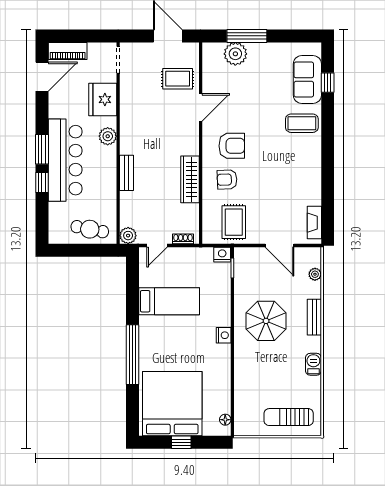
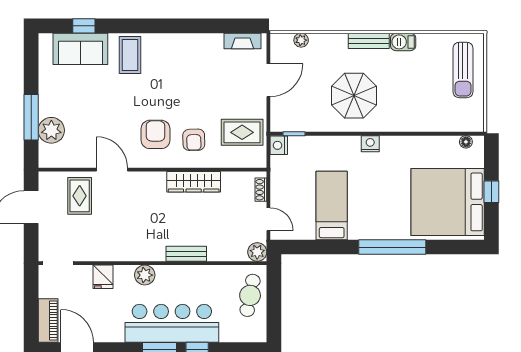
fridge: (103, 99) -> (103, 277), width x0.53, depth x0.75
bench: (314, 317) -> (369, 41), moved

